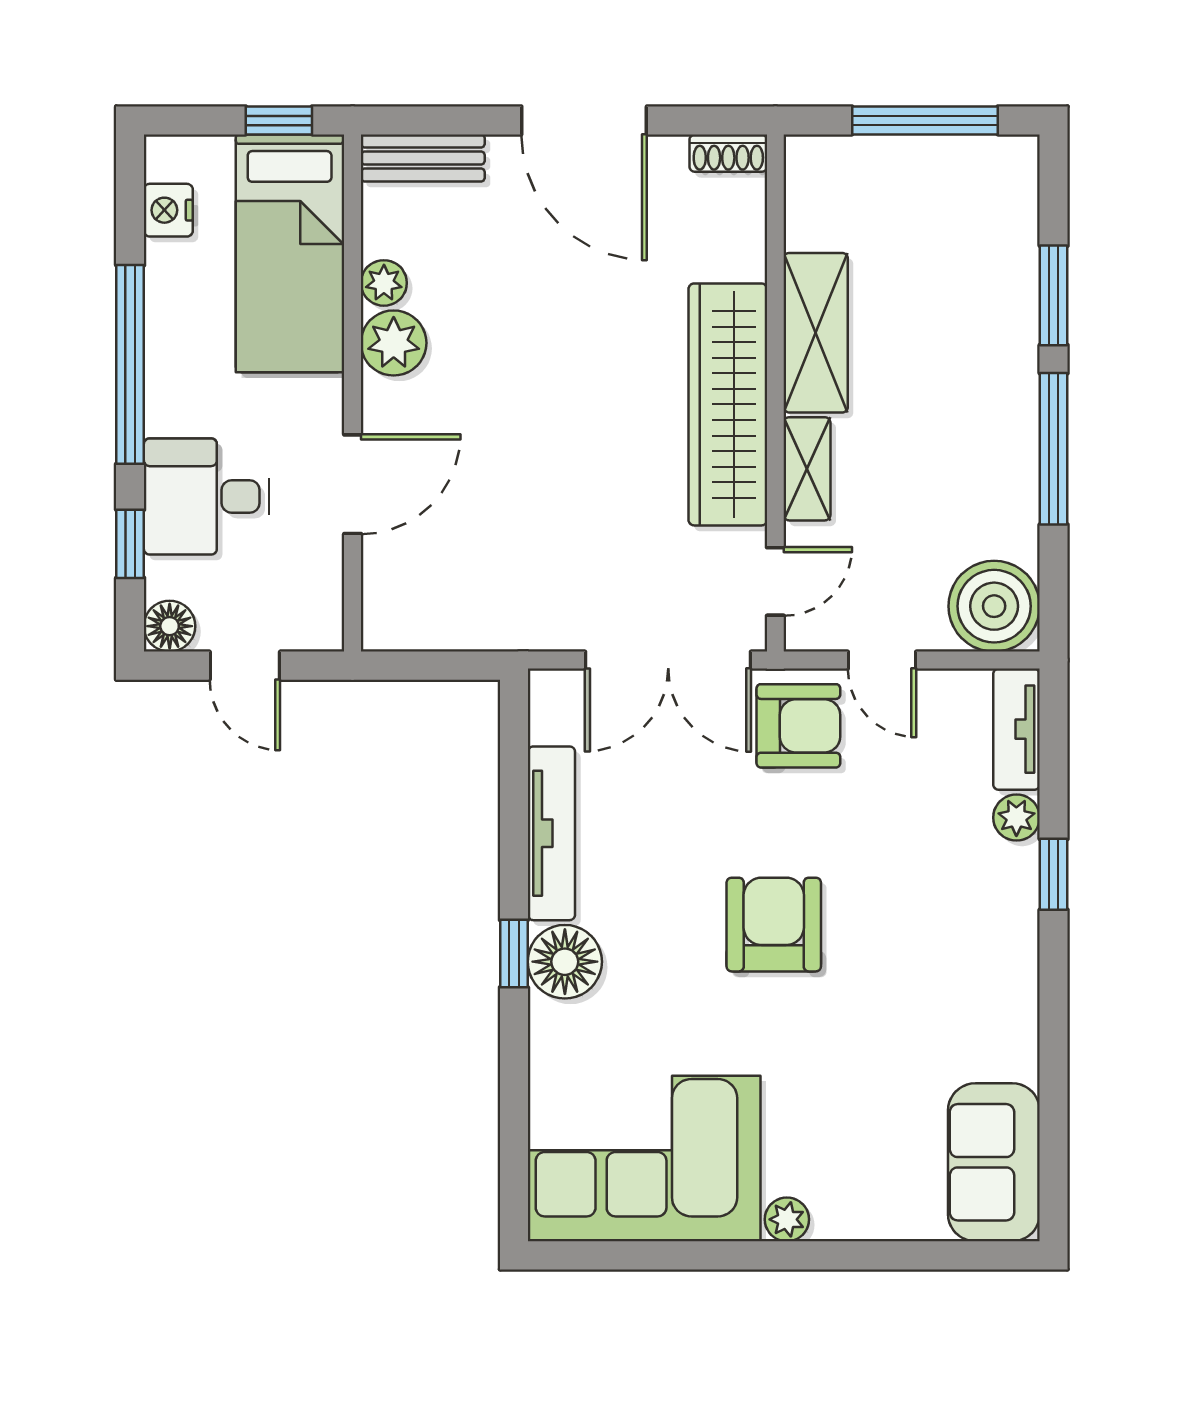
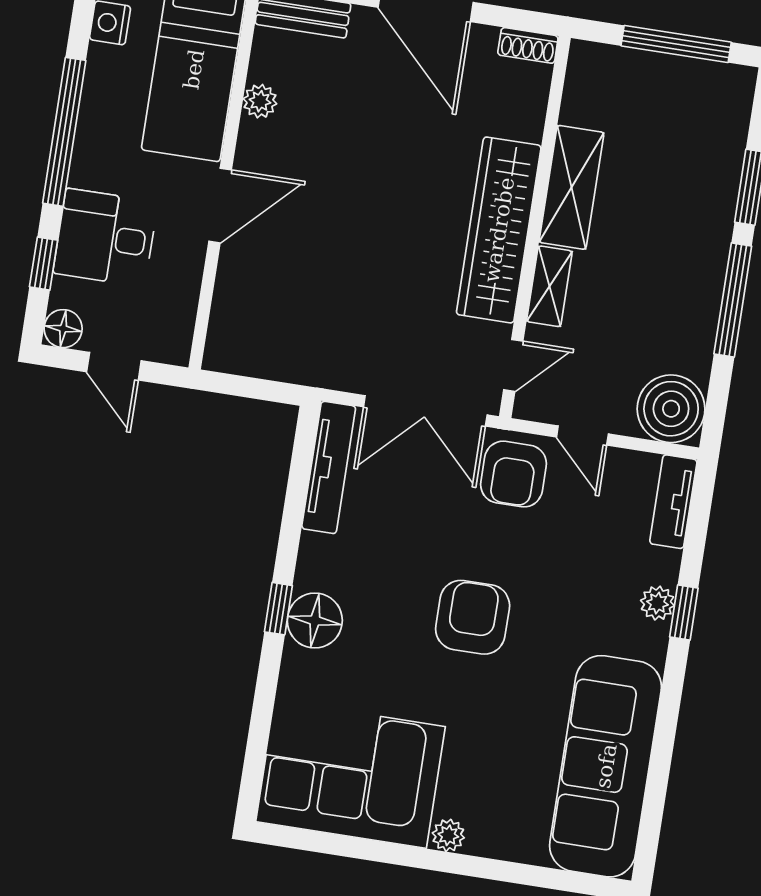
plant: (394, 343) -> (260, 146), removed
door: (353, 484) -> (220, 206), moved
armchair: (798, 726) -> (514, 474), turned 90
plant: (1016, 818) -> (657, 603), moved
tv unit: (551, 833) -> (329, 467), moved
sofa: (994, 1162) -> (606, 766), width x1.85, depth x1.27

